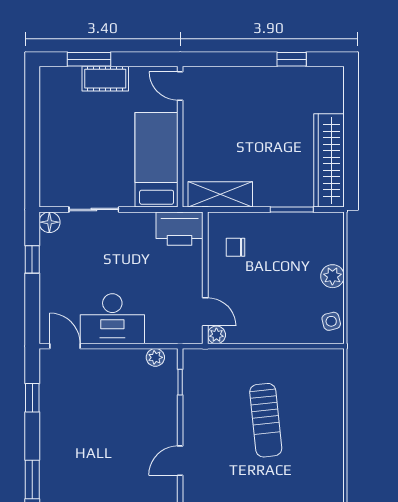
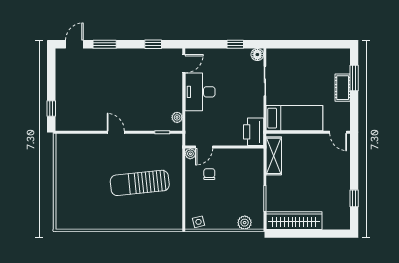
door: (180, 86) -> (338, 132), swing flipped
chair: (236, 247) -> (209, 174), moved
plant: (332, 276) -> (245, 223), moved
sun lounger: (266, 420) -> (140, 183), width x1.36, depth x1.34

